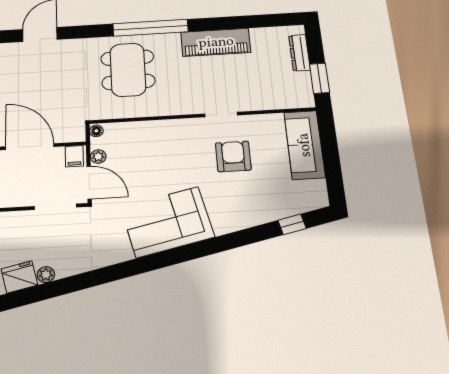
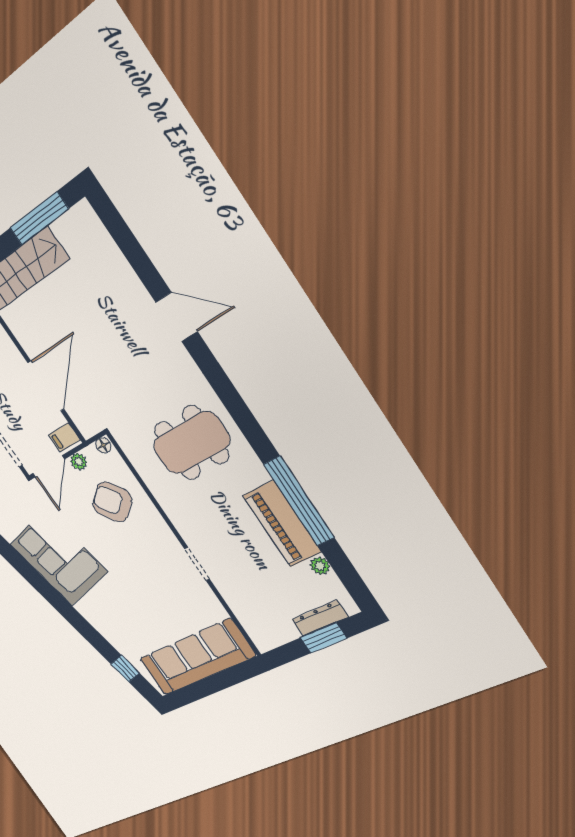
window: (150, 28) -> (299, 501), moved
plant: (258, 34) -> (320, 566), added
window: (319, 78) -> (323, 638), moved
sofa: (304, 145) -> (197, 657), width x1.36, depth x1.27
armchair: (233, 156) -> (112, 502), moved, turned -128

